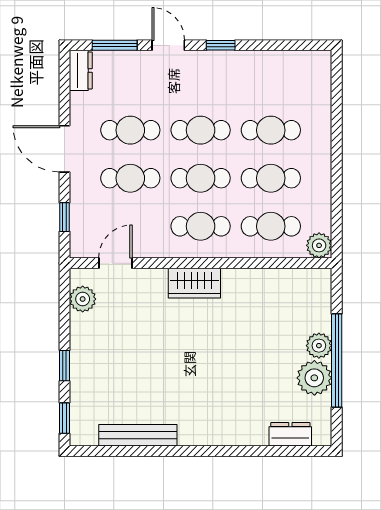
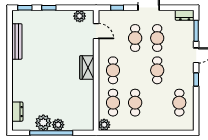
cafe table: (271, 130) -> (179, 103), moved
cafe table: (201, 178) -> (135, 70), removed

